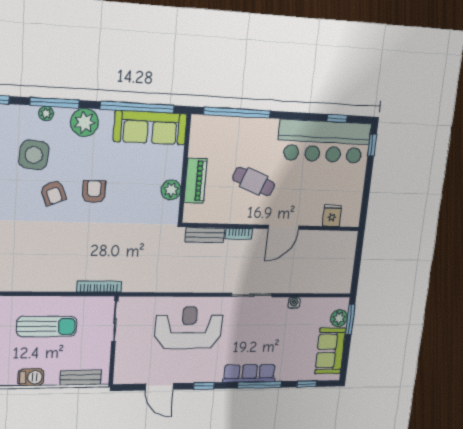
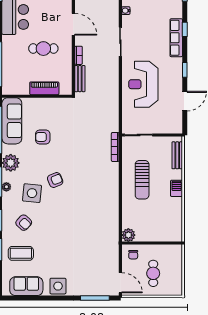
cafe table: (254, 181) -> (43, 49), turned 69
plant: (171, 190) -> (51, 104), removed
armchair: (94, 192) -> (43, 137), moved
sun lounger: (47, 326) -> (142, 180), turned 180
window: (260, 385) -> (185, 29), width x0.46

